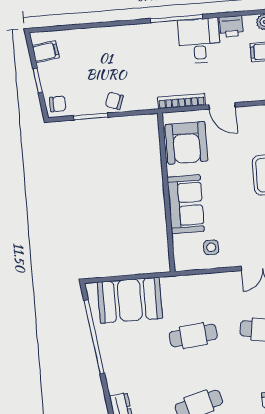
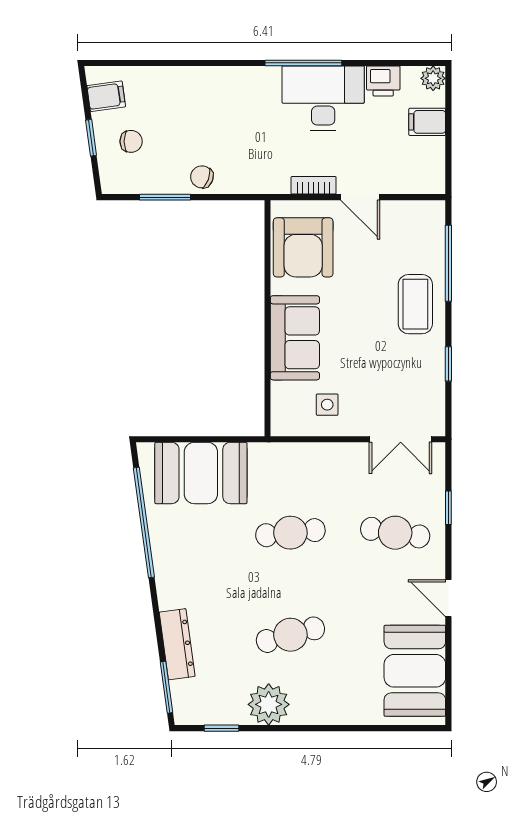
desk: (199, 41) -> (323, 98), width x1.37
bookcase: (182, 101) -> (314, 185), width x0.64
chair: (58, 104) -> (131, 141), moved

